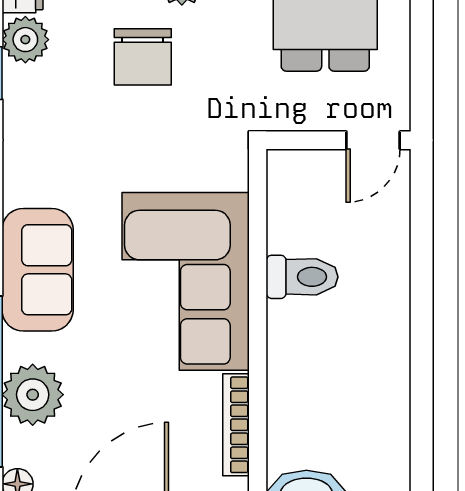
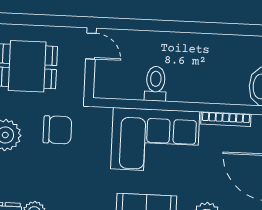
chair: (143, 57) -> (57, 130), moved

